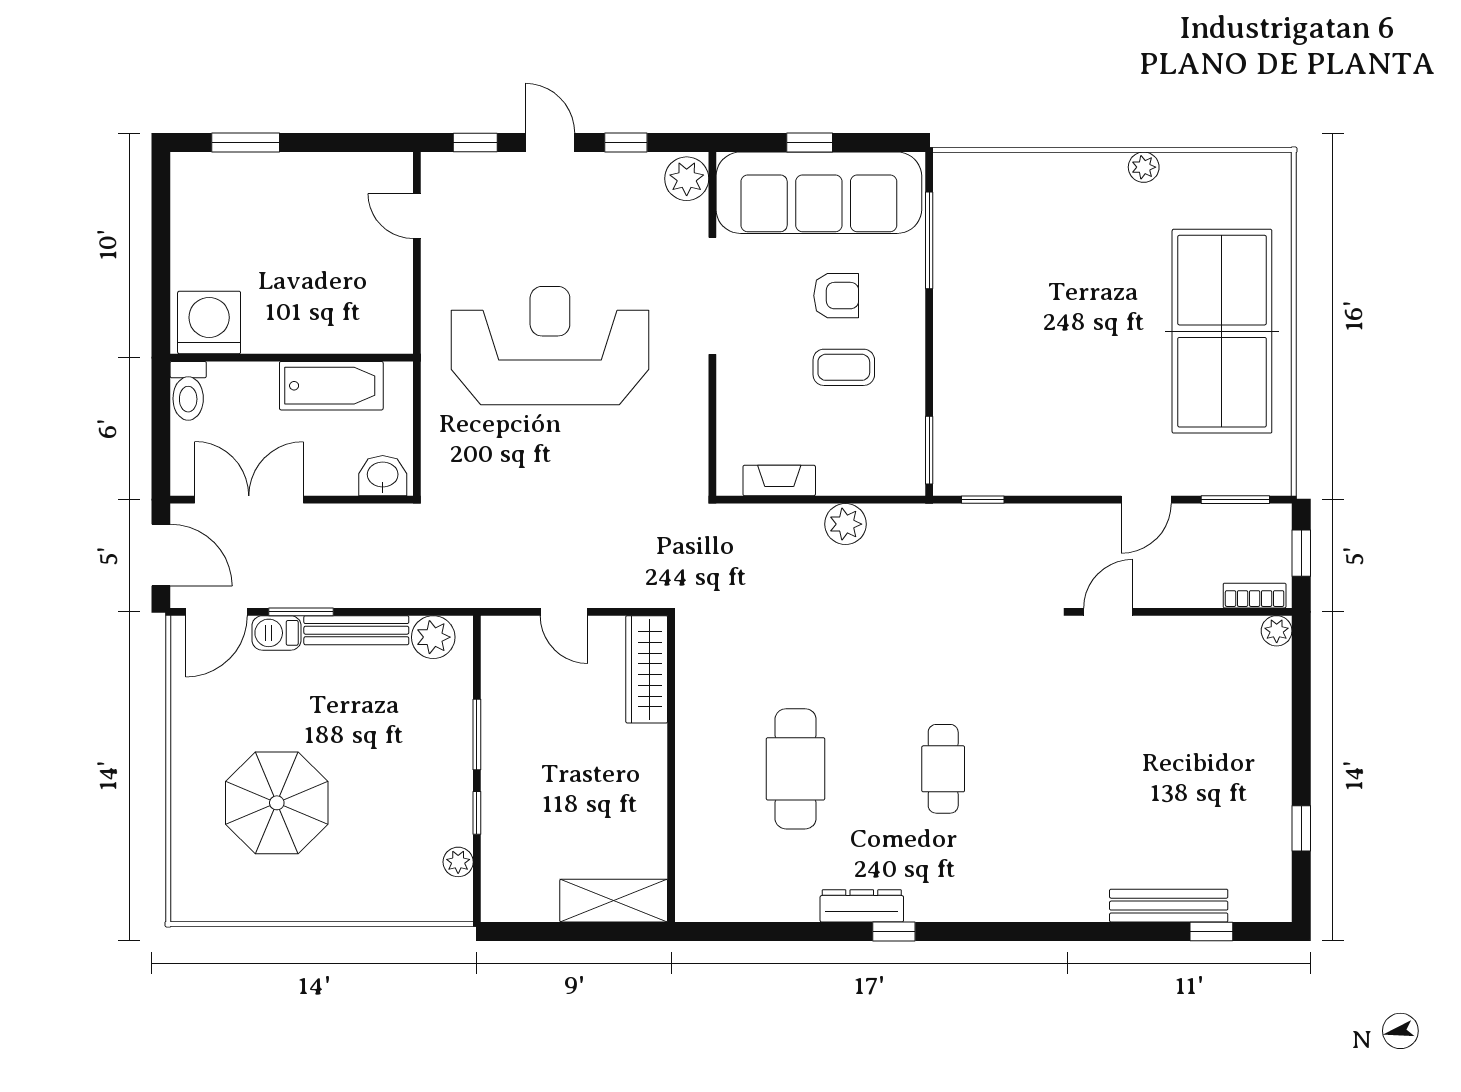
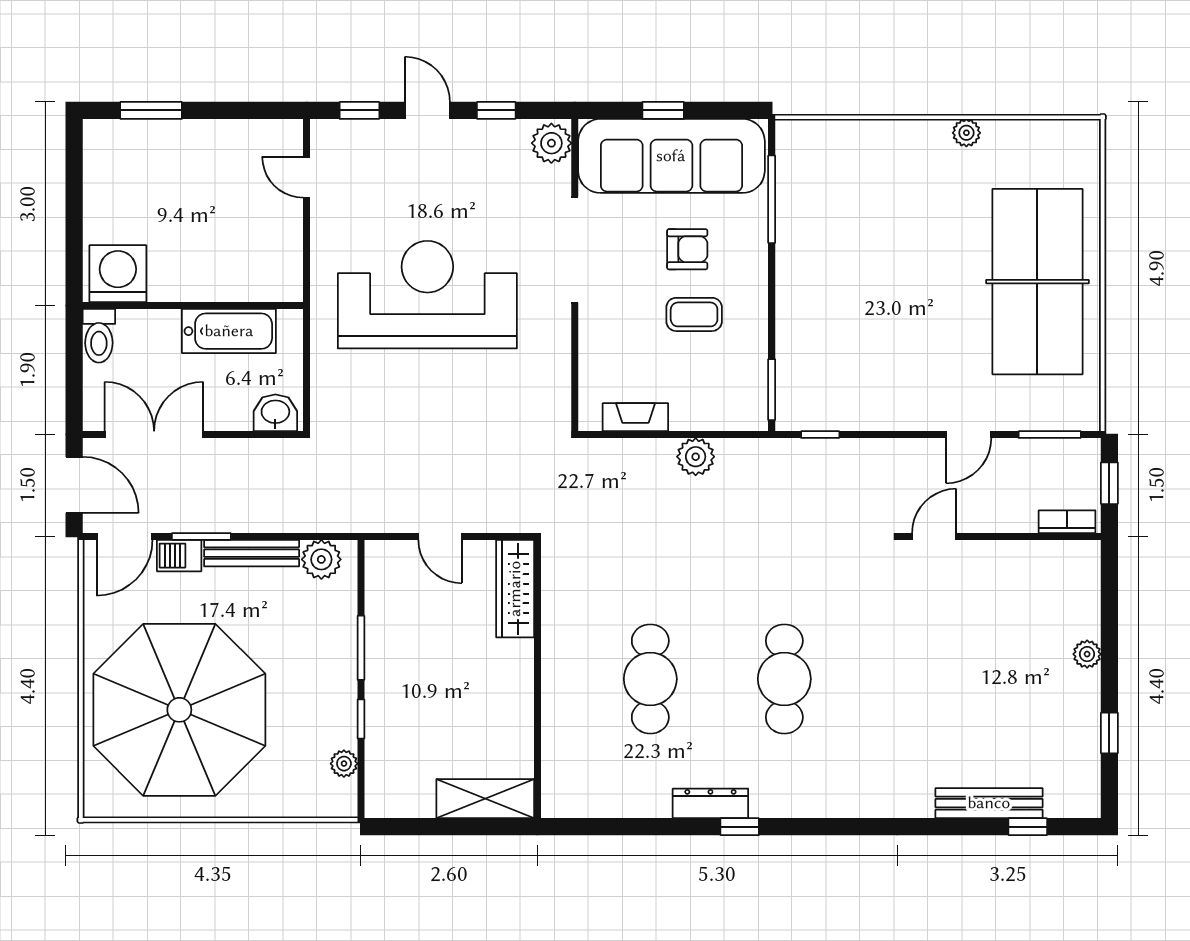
plant: (1277, 631) -> (1087, 654), moved
cafe table: (943, 769) -> (784, 679), width x1.37, depth x1.35
parasol: (277, 803) -> (179, 710), width x1.86, depth x1.86

